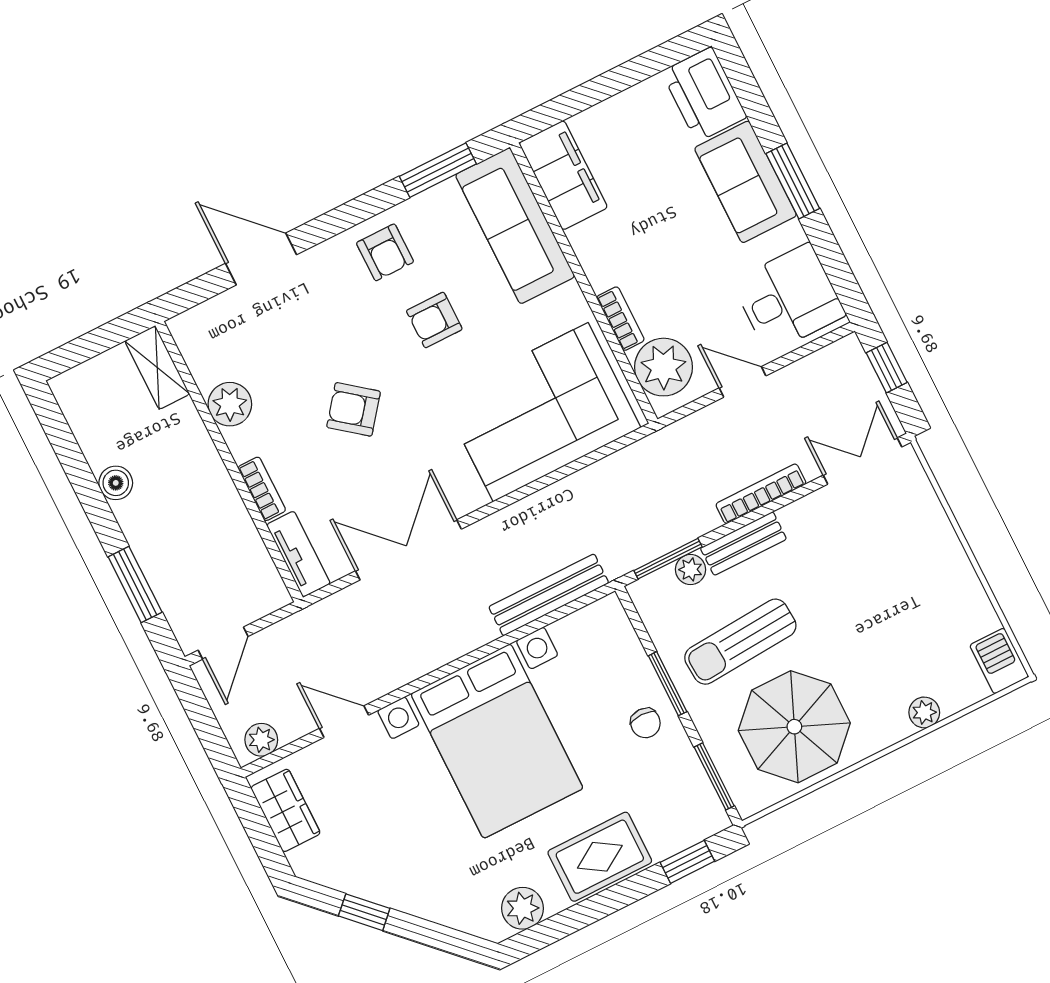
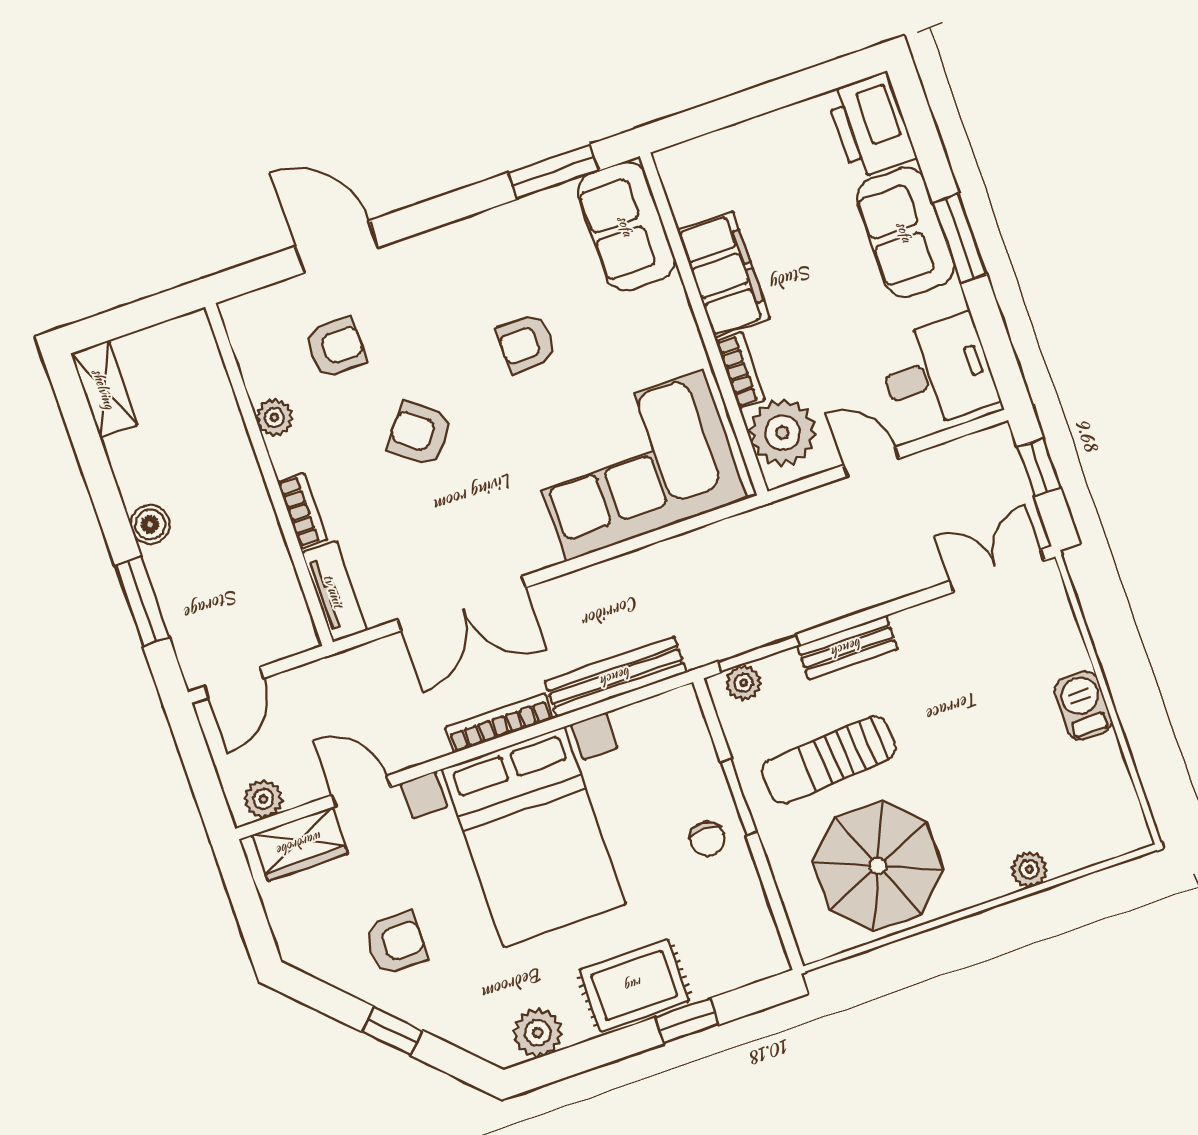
filing cabinet: (563, 175) -> (724, 274), moved
sofa: (515, 226) -> (626, 226), width x0.73
armchair: (385, 252) -> (336, 347), moved, turned -90
shelving: (157, 368) -> (104, 389), moved
plant: (230, 404) -> (274, 417), width x0.73, depth x0.73
boiler: (116, 483) -> (150, 524), moved
bookcase: (761, 494) -> (499, 723), moved
double door: (408, 550) -> (461, 604), swing flipped
plant: (691, 570) -> (744, 683), moved
barbecue: (999, 661) -> (1083, 705), moved
window: (714, 776) -> (778, 911), removed
wardrobe: (286, 810) -> (300, 844), moved, turned 90
armchair: (391, 848) -> (396, 943), added
window: (687, 862) -> (687, 1021), moved
window: (364, 912) -> (392, 1031), moved

